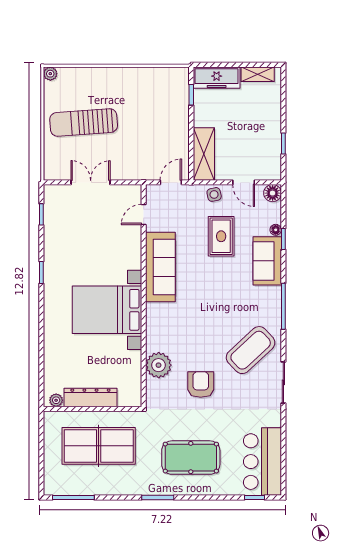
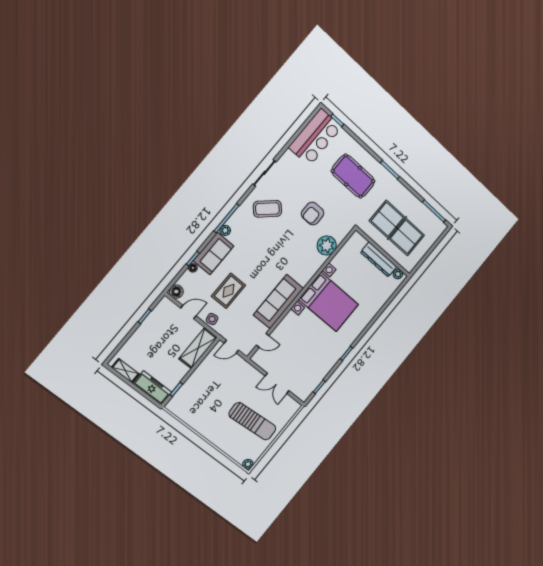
door: (244, 182) -> (188, 312), hinge flipped
plant: (275, 293) -> (225, 230), added
coffee table: (251, 350) -> (267, 209), width x0.73, depth x0.76

